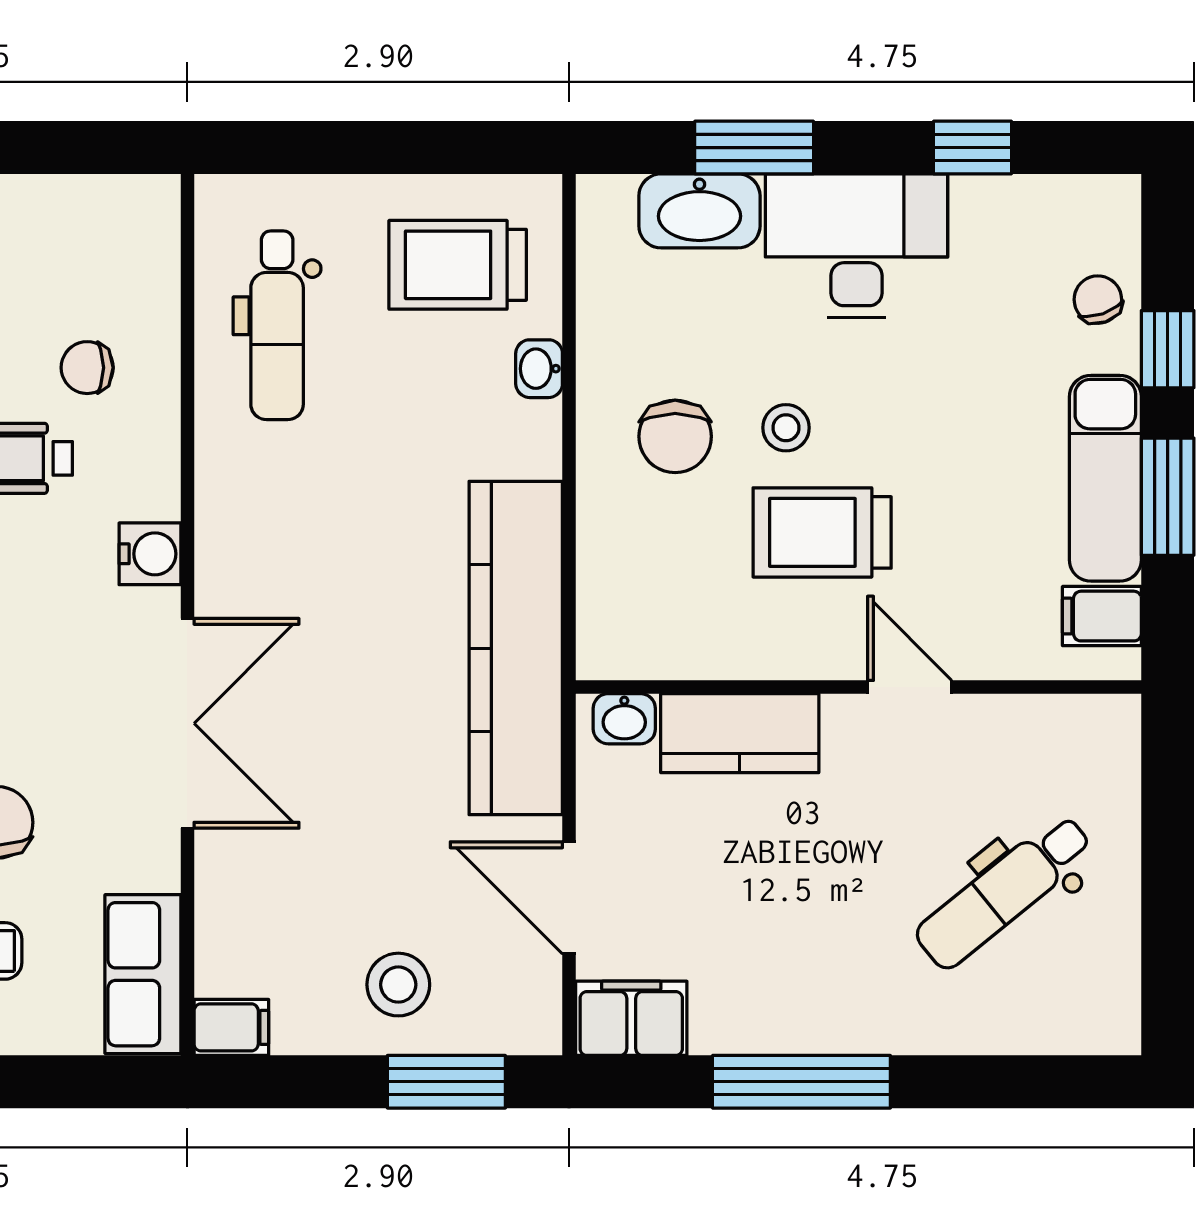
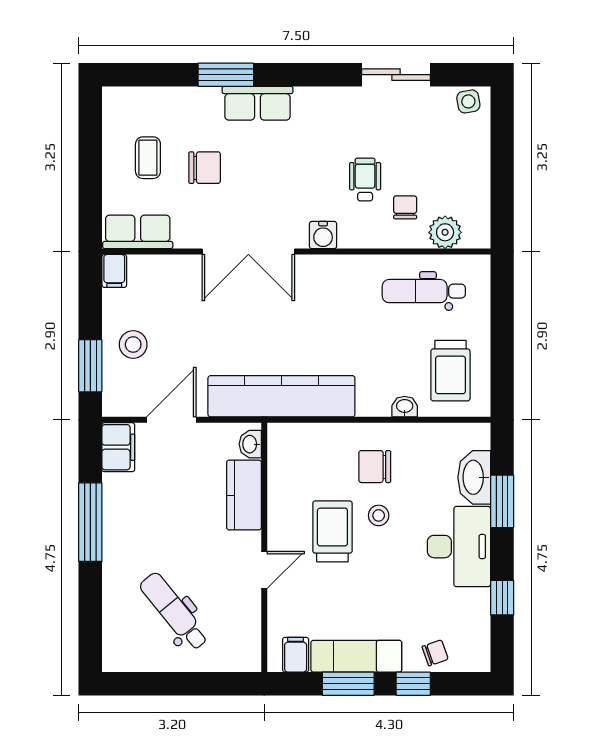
trolley: (458, 265) -> (450, 371), turned 180
plant: (144, 277) -> (445, 232), added

